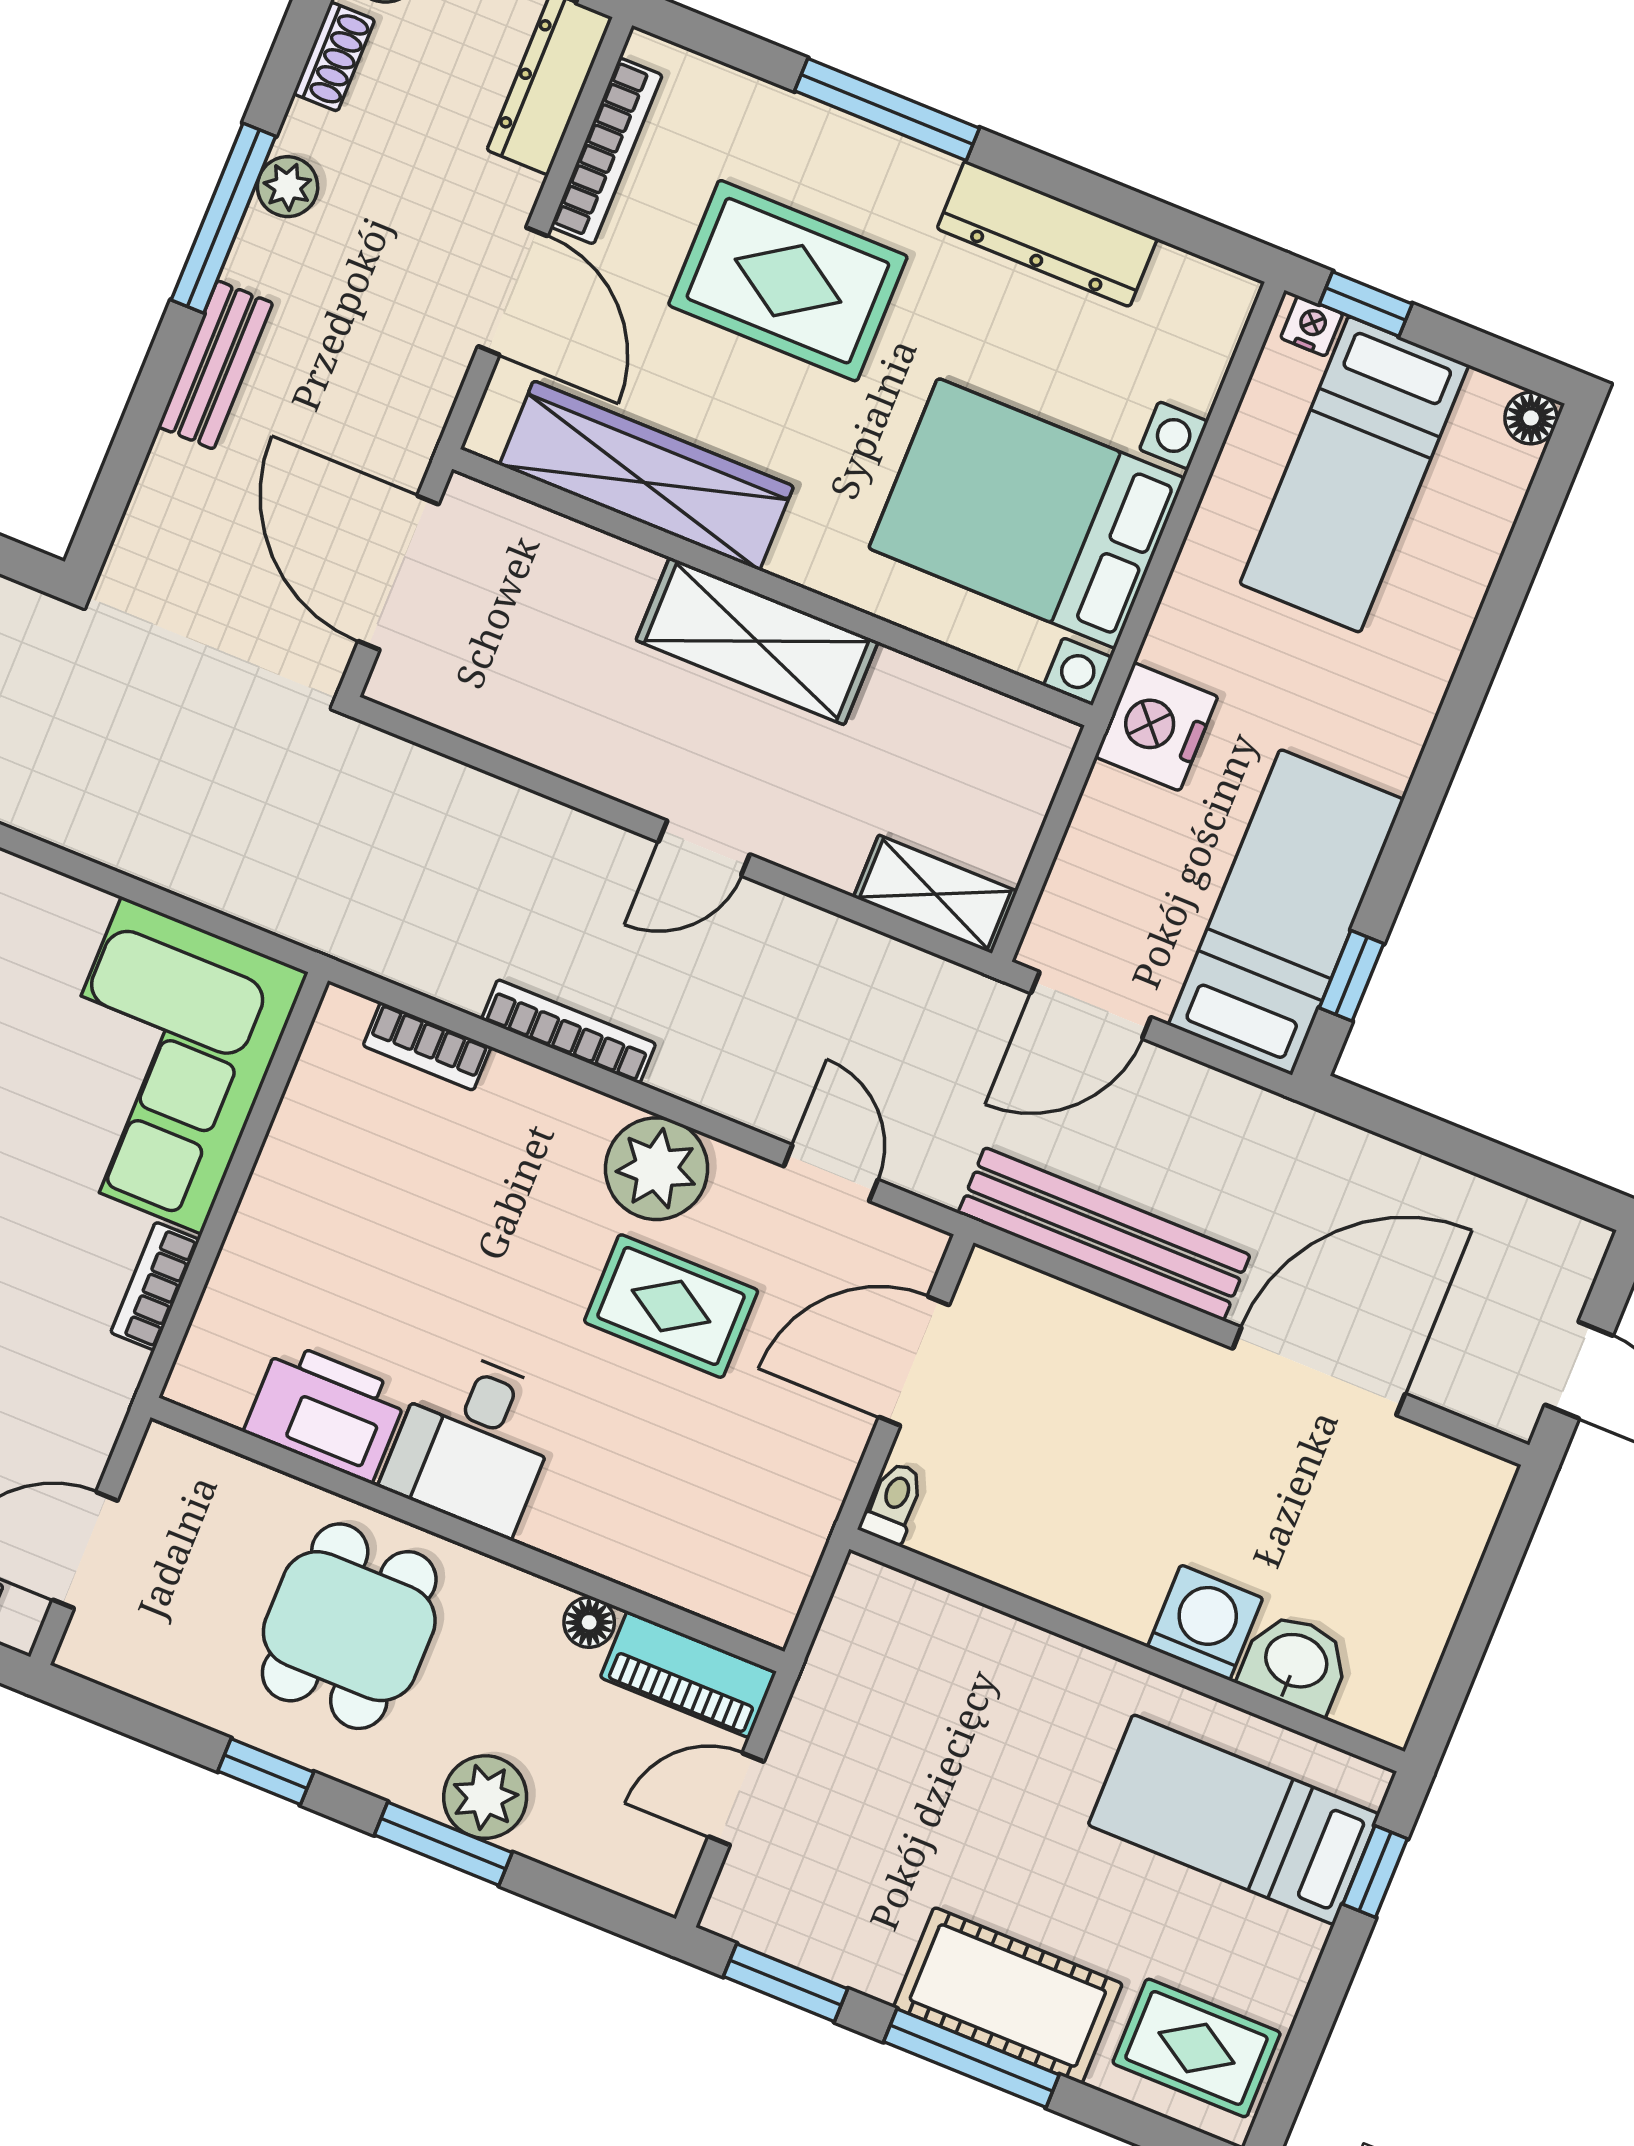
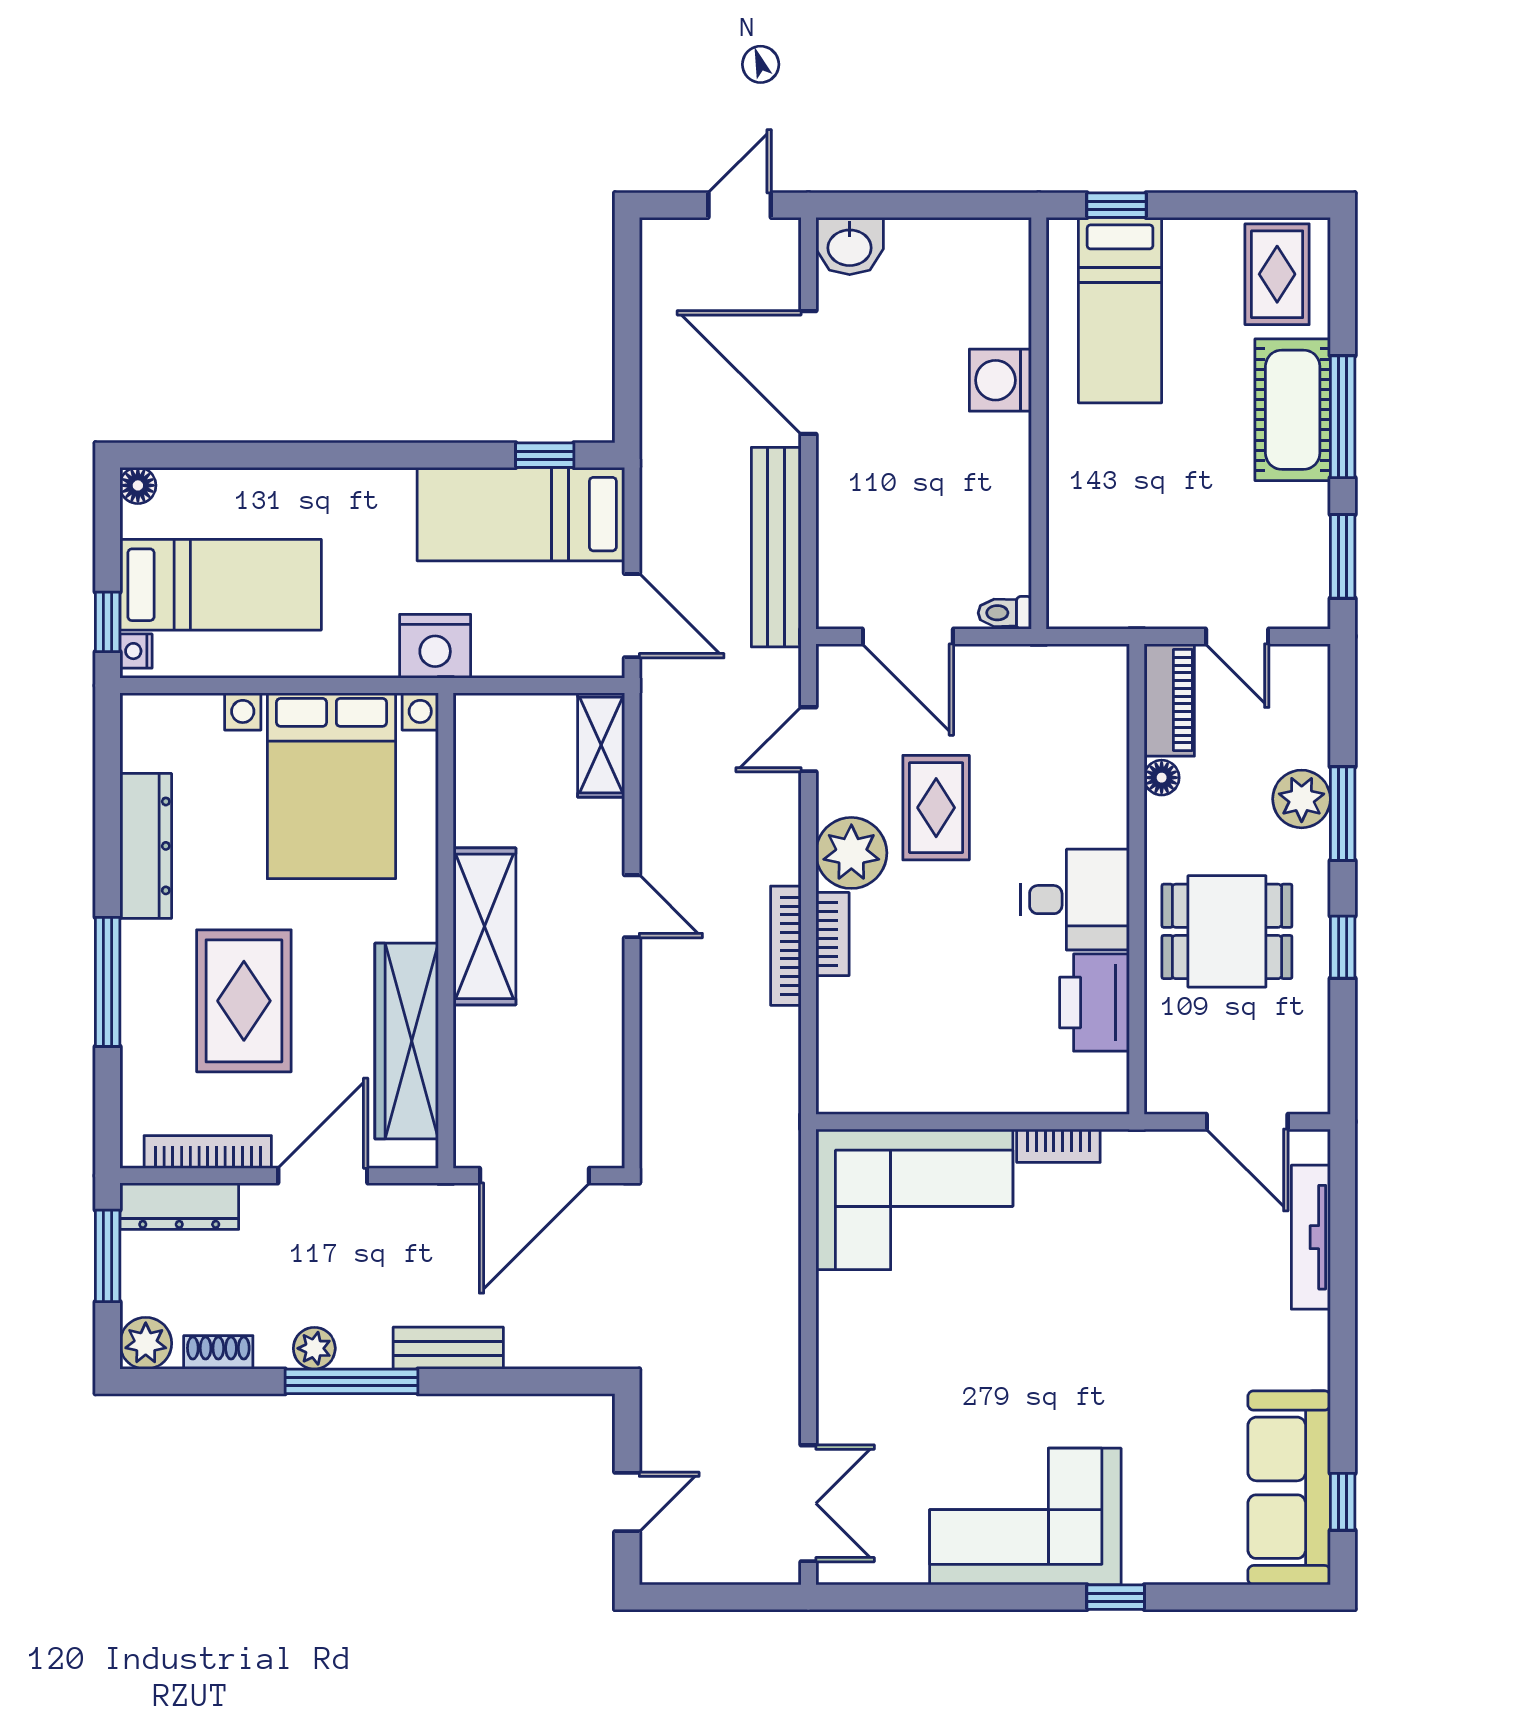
bookcase: (427, 1046) -> (832, 934), moved
washbasin: (1295, 1663) -> (850, 246), moved, turned -90

